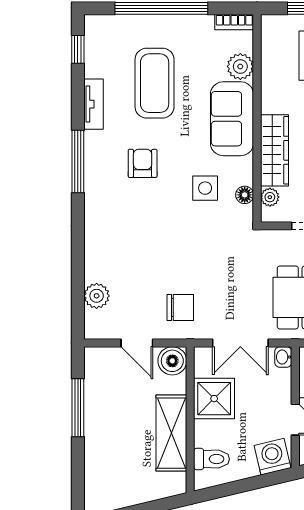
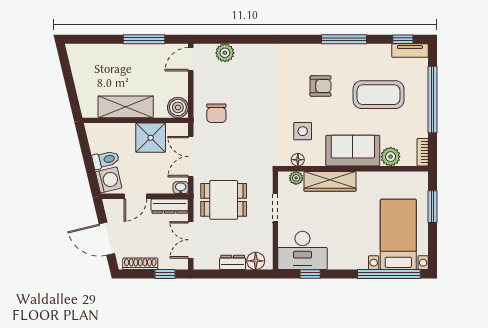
tv unit: (93, 104) -> (410, 50), moved
window: (78, 162) -> (344, 39), moved
door: (137, 343) -> (191, 59), moved
toilet: (212, 459) -> (106, 160), moved, turned -103

